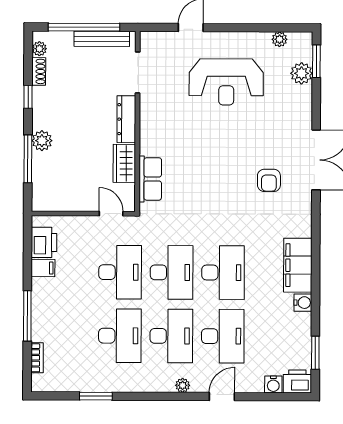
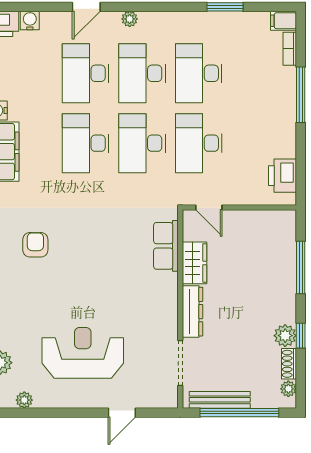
plant: (42, 141) -> (285, 336), moved
filing cabinet: (43, 268) -> (284, 21), moved

